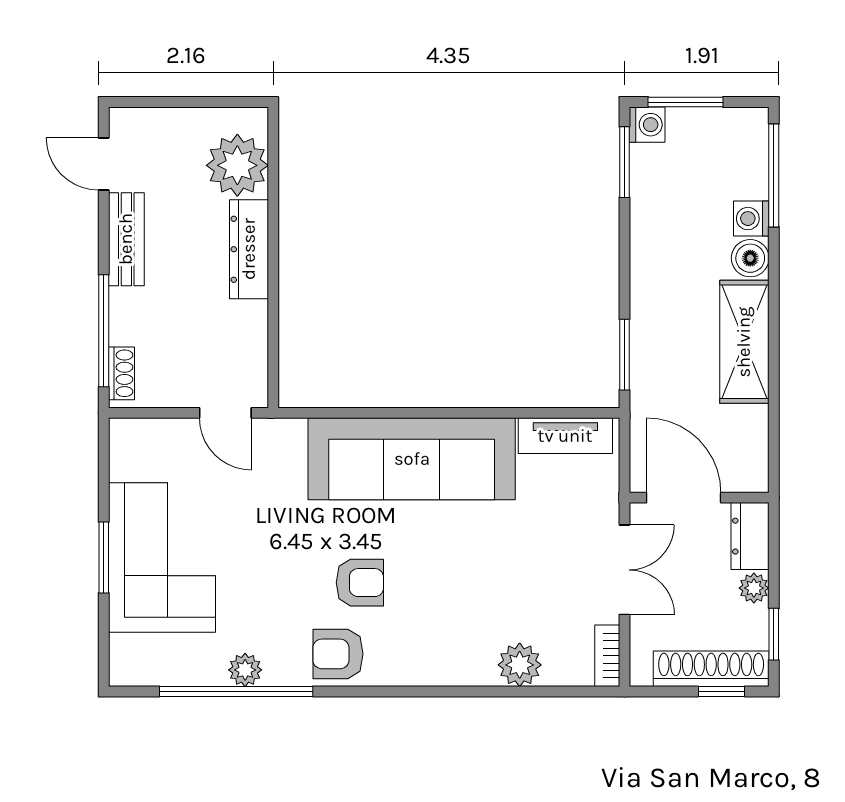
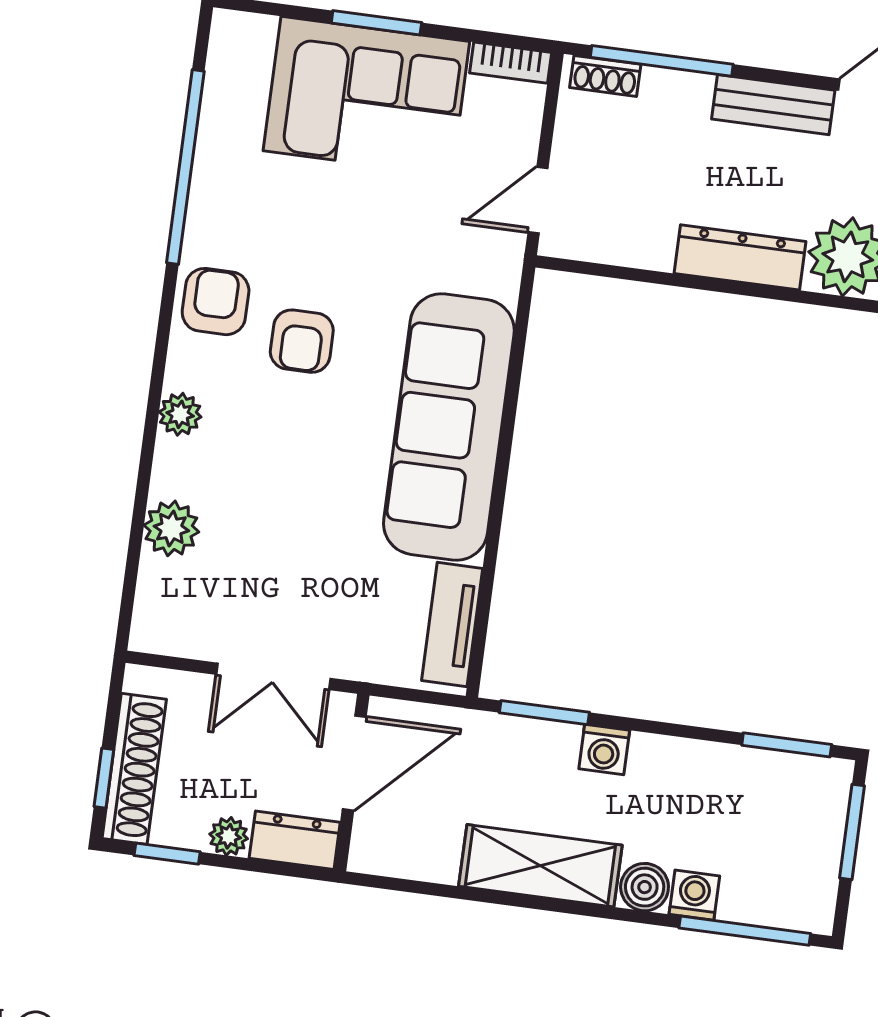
washing machine: (647, 125) -> (604, 750), moved
bookcase: (607, 656) -> (511, 63), moved, turned 180
plant: (245, 670) -> (180, 414), moved

